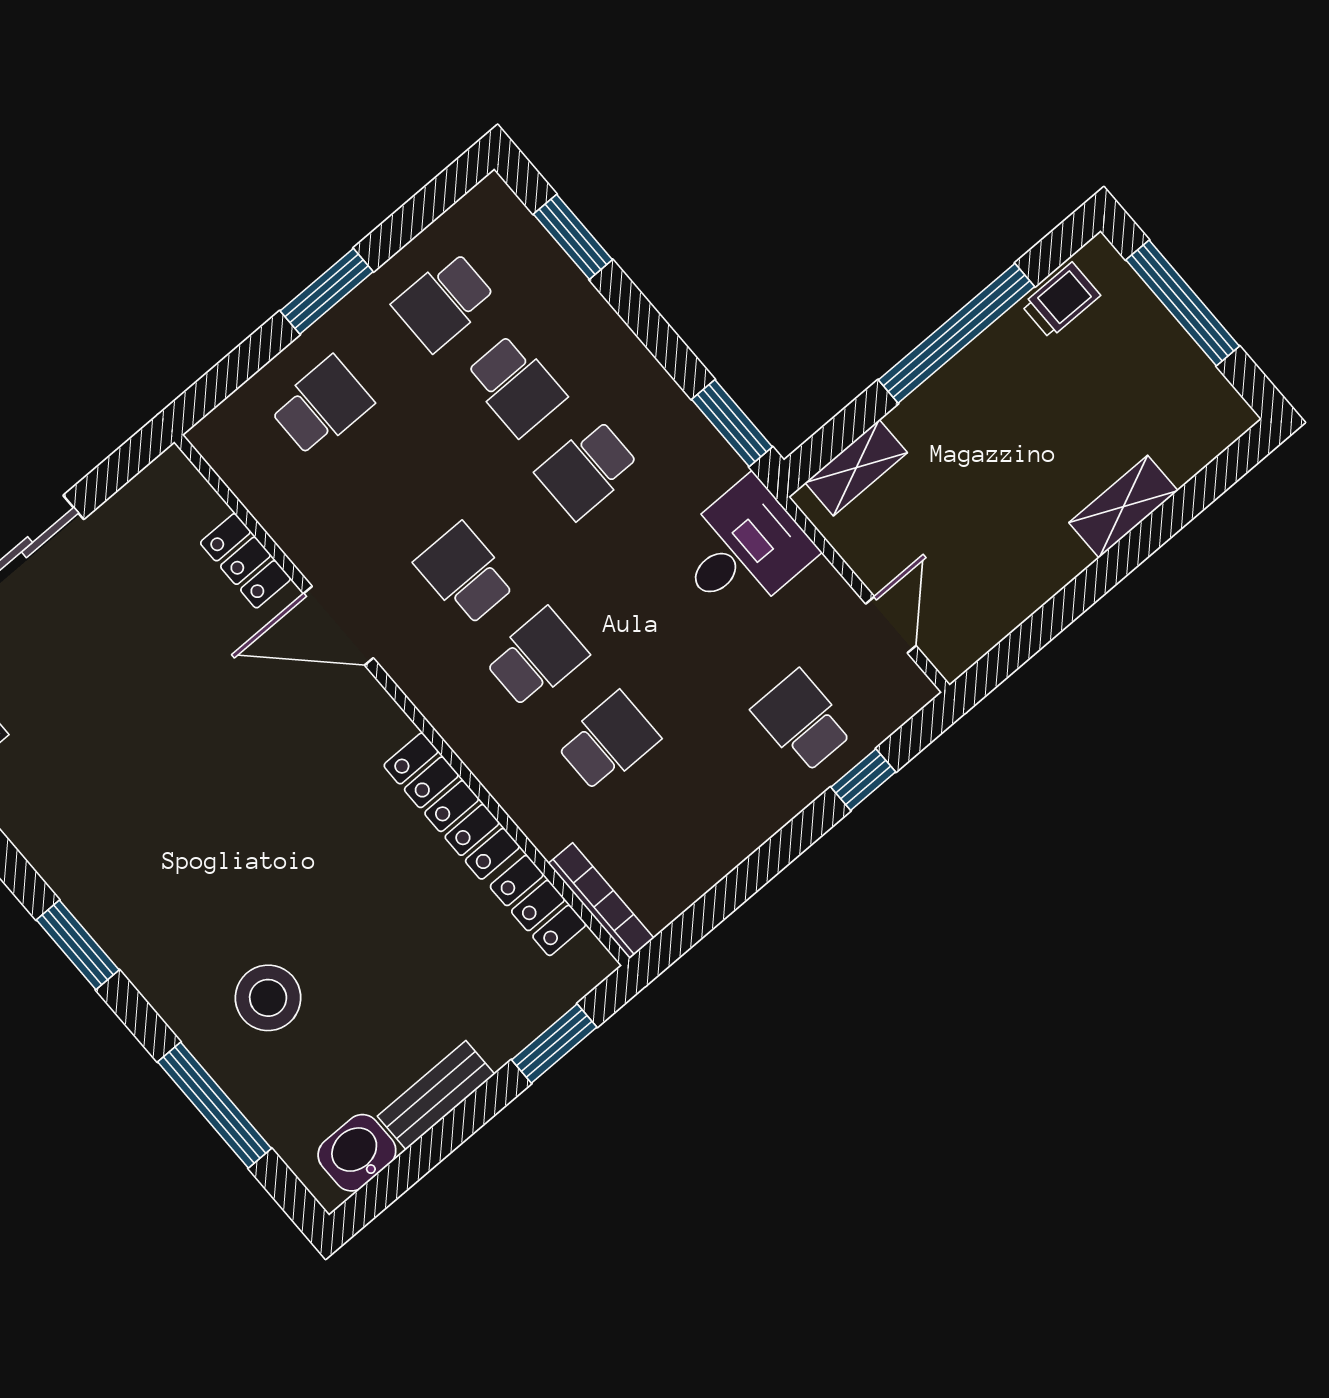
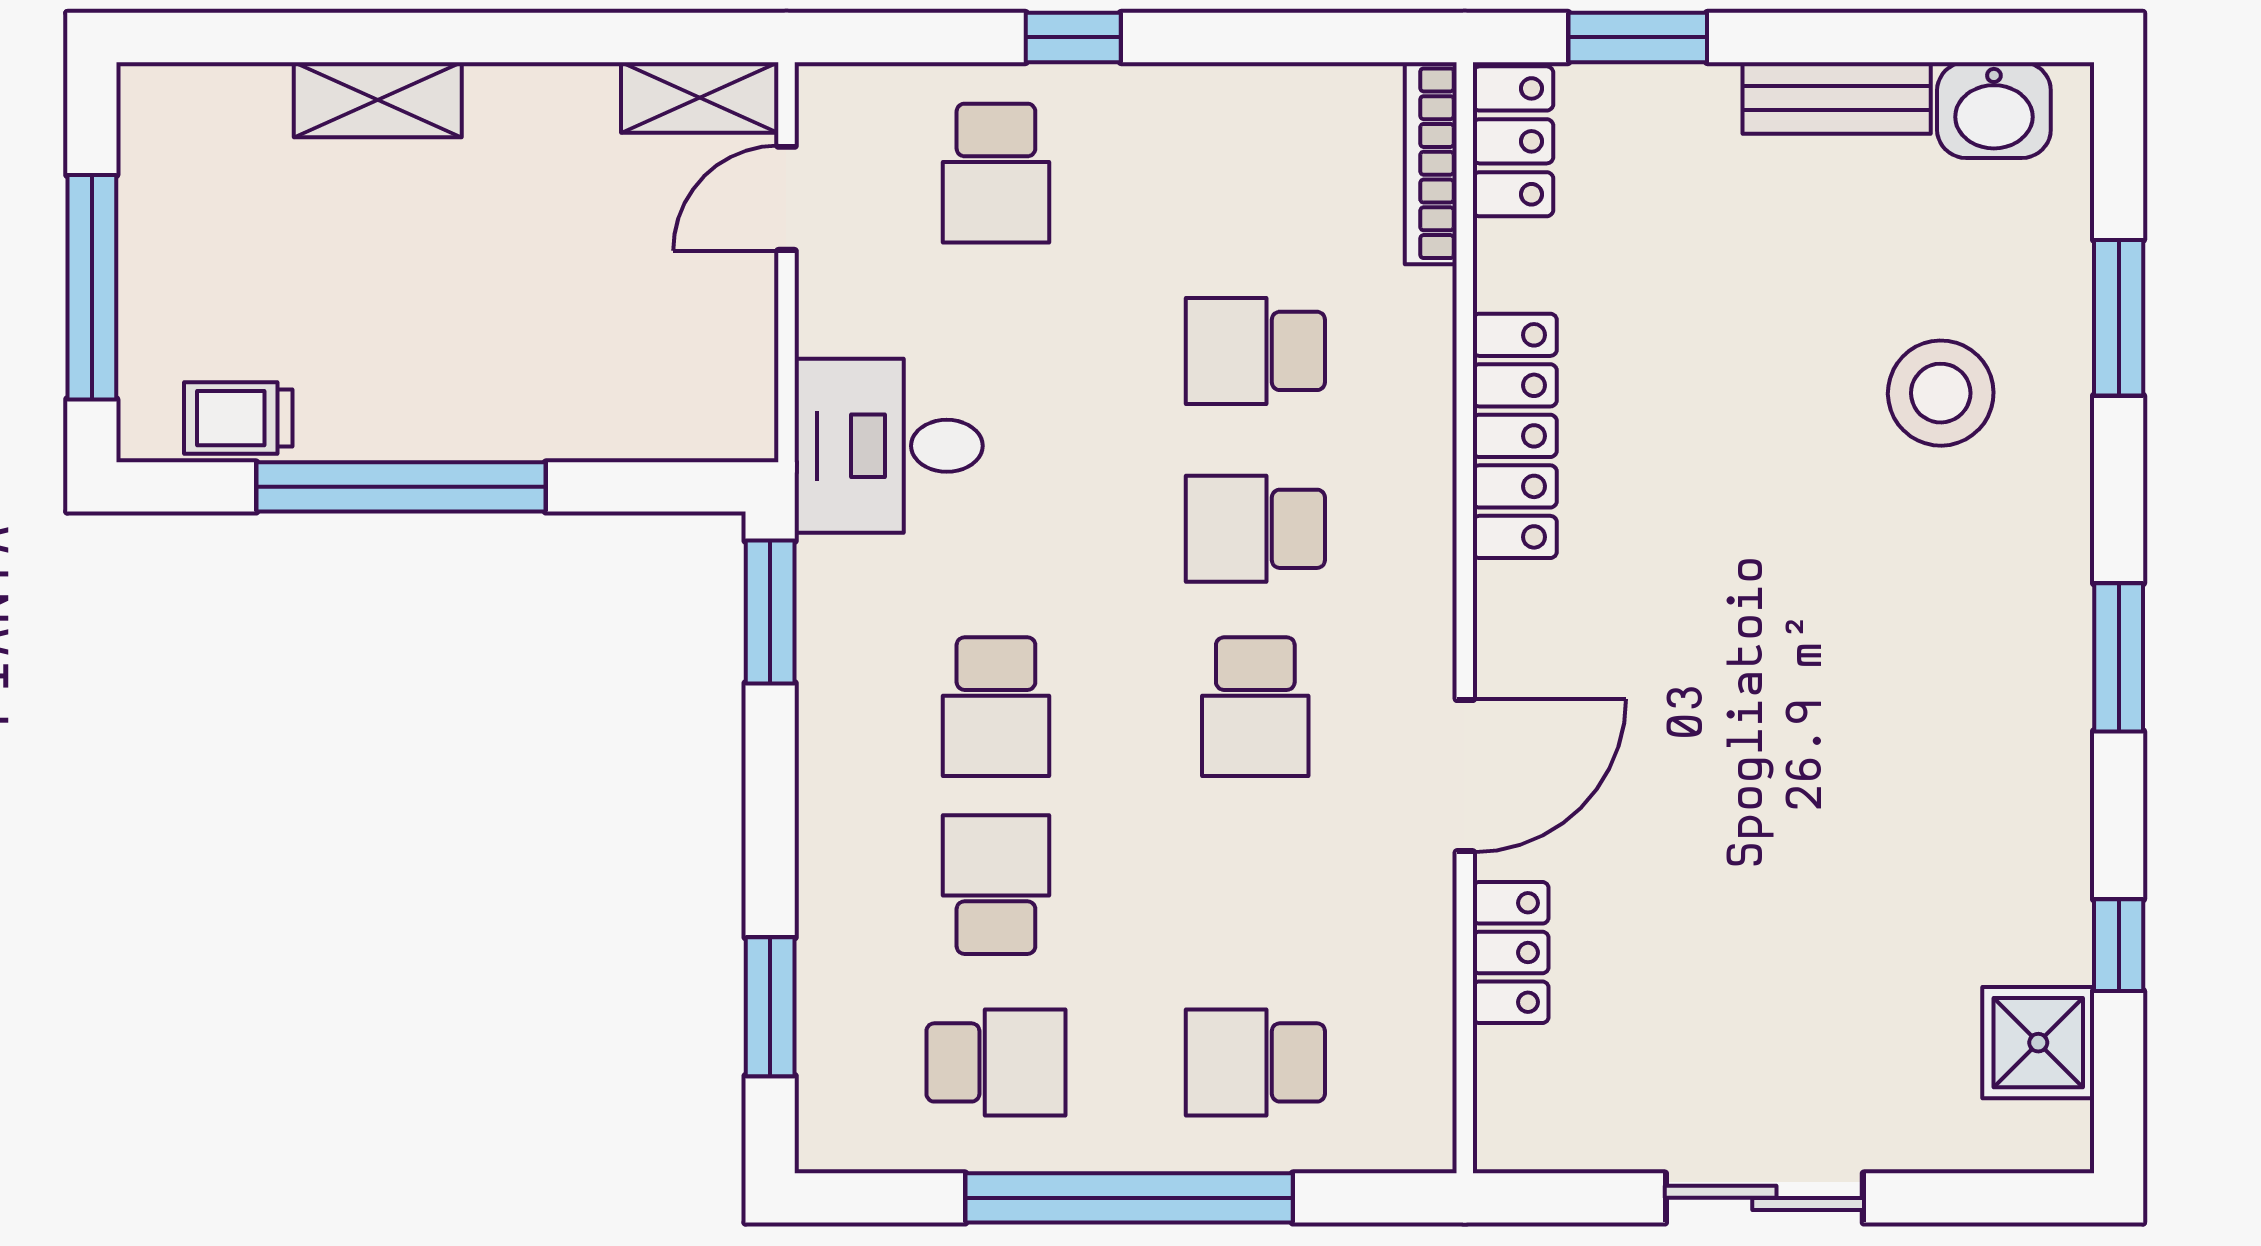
window: (327, 291) -> (1129, 1198), width x2.11
shelving: (856, 468) -> (700, 97), moved
school desk: (587, 469) -> (996, 707), turned 90
door: (338, 626) -> (1465, 776), hinge flipped
window: (863, 780) -> (1073, 37), moved
locker: (538, 905) -> (1513, 141), moved
window: (214, 1105) -> (2119, 318), width x0.69

